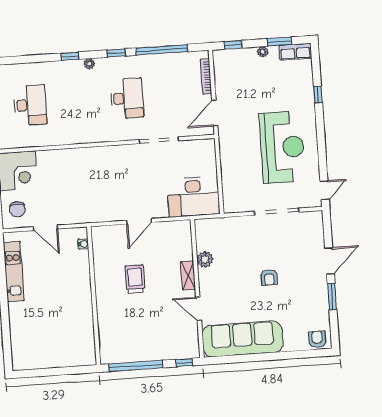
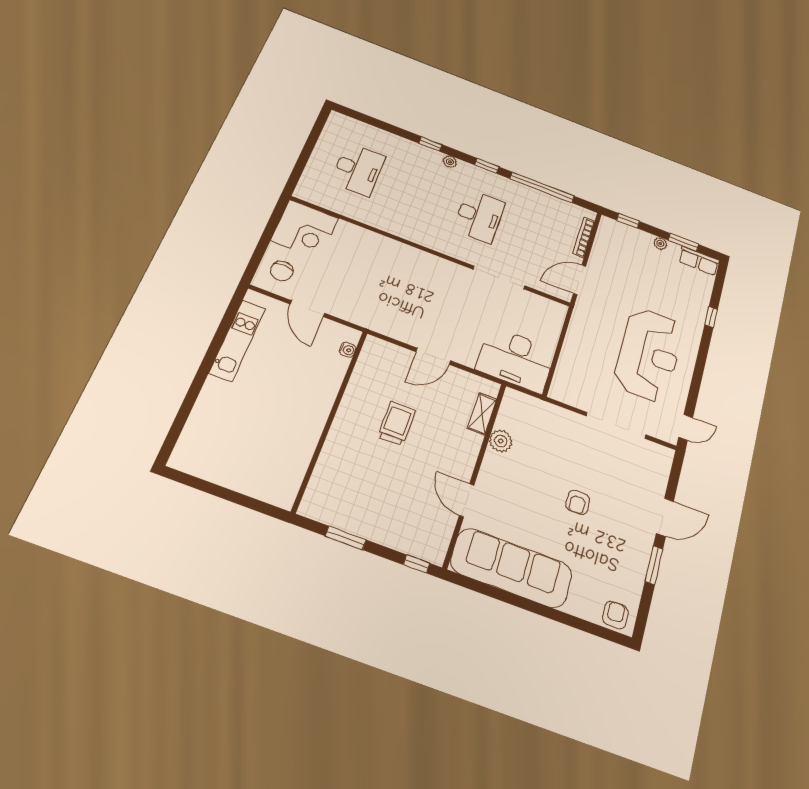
shelving: (188, 275) -> (482, 414), moved
window: (136, 366) -> (346, 538), width x0.47

